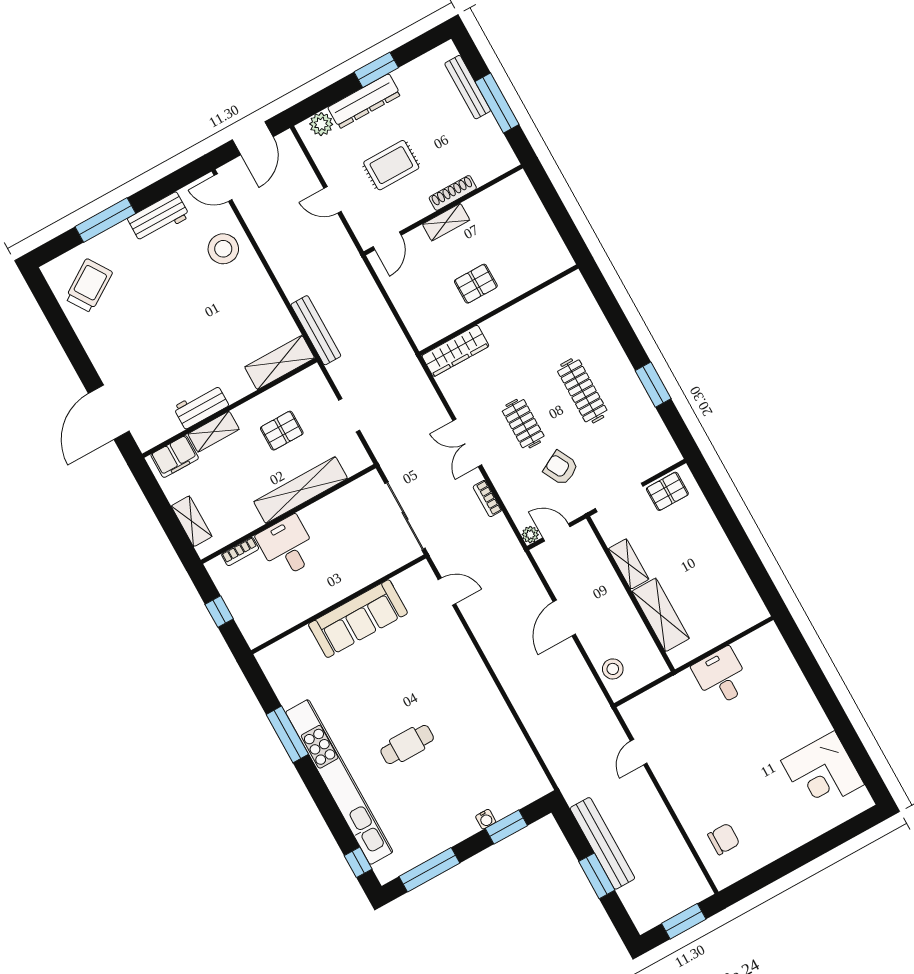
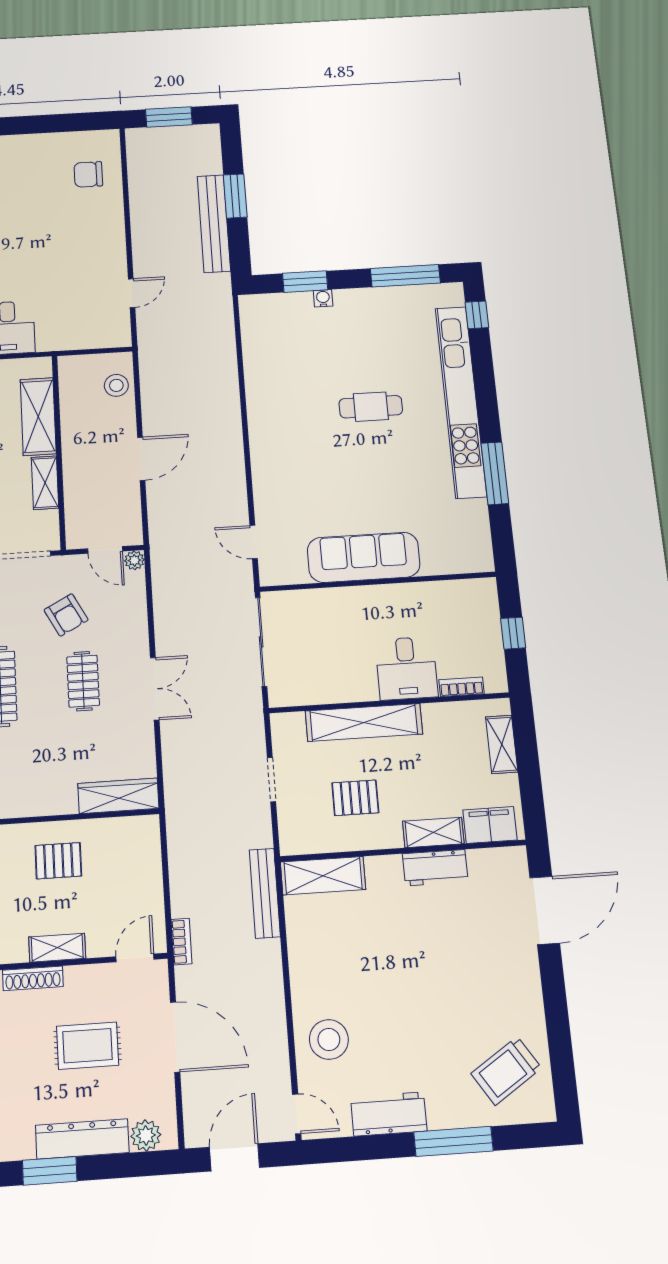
door: (332, 200) -> (175, 1037), width x1.88
bookcase: (487, 499) -> (181, 942), moved

